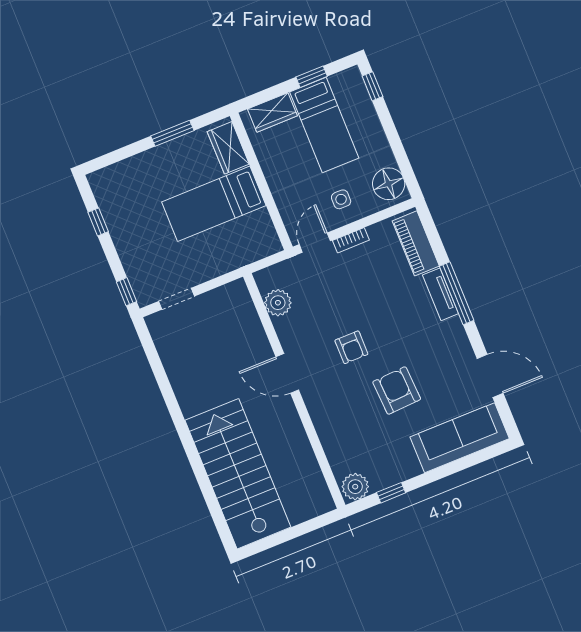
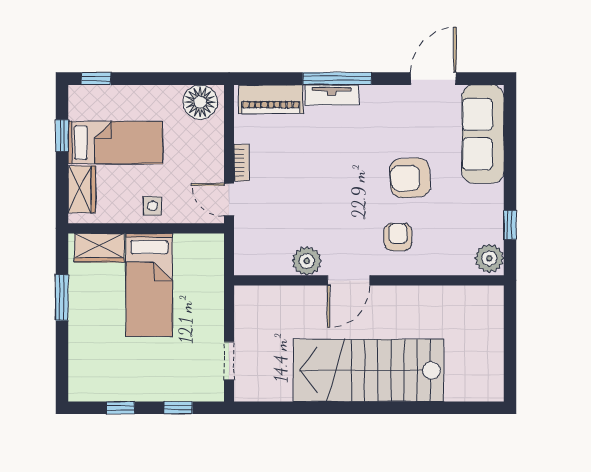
side table: (341, 199) -> (153, 206), moved
window: (126, 292) -> (178, 408), moved
plant: (278, 303) -> (307, 261), moved
armchair: (351, 347) -> (398, 237), moved, turned -90
stairs: (238, 474) -> (368, 370), moved

